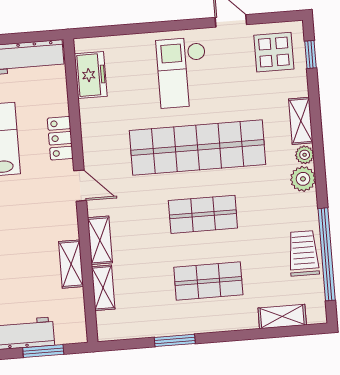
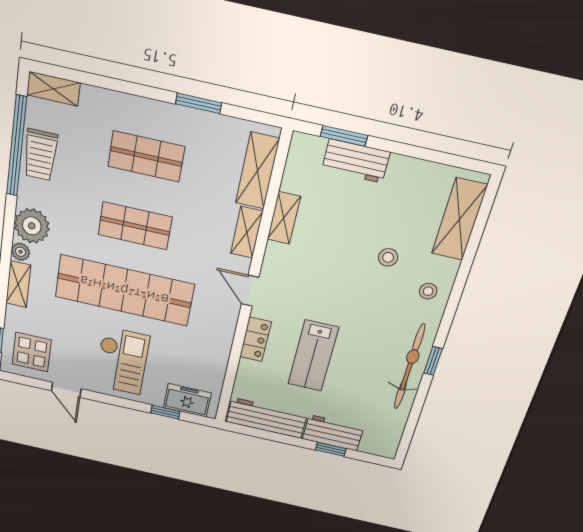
window: (125, 29) -> (165, 412), added
freezer: (91, 75) -> (187, 400), moved, turned 90
plant: (303, 179) -> (32, 226), width x1.36, depth x1.36
shelving: (103, 288) -> (257, 171), width x1.50, depth x1.33
shelving: (282, 316) -> (53, 89), moved

